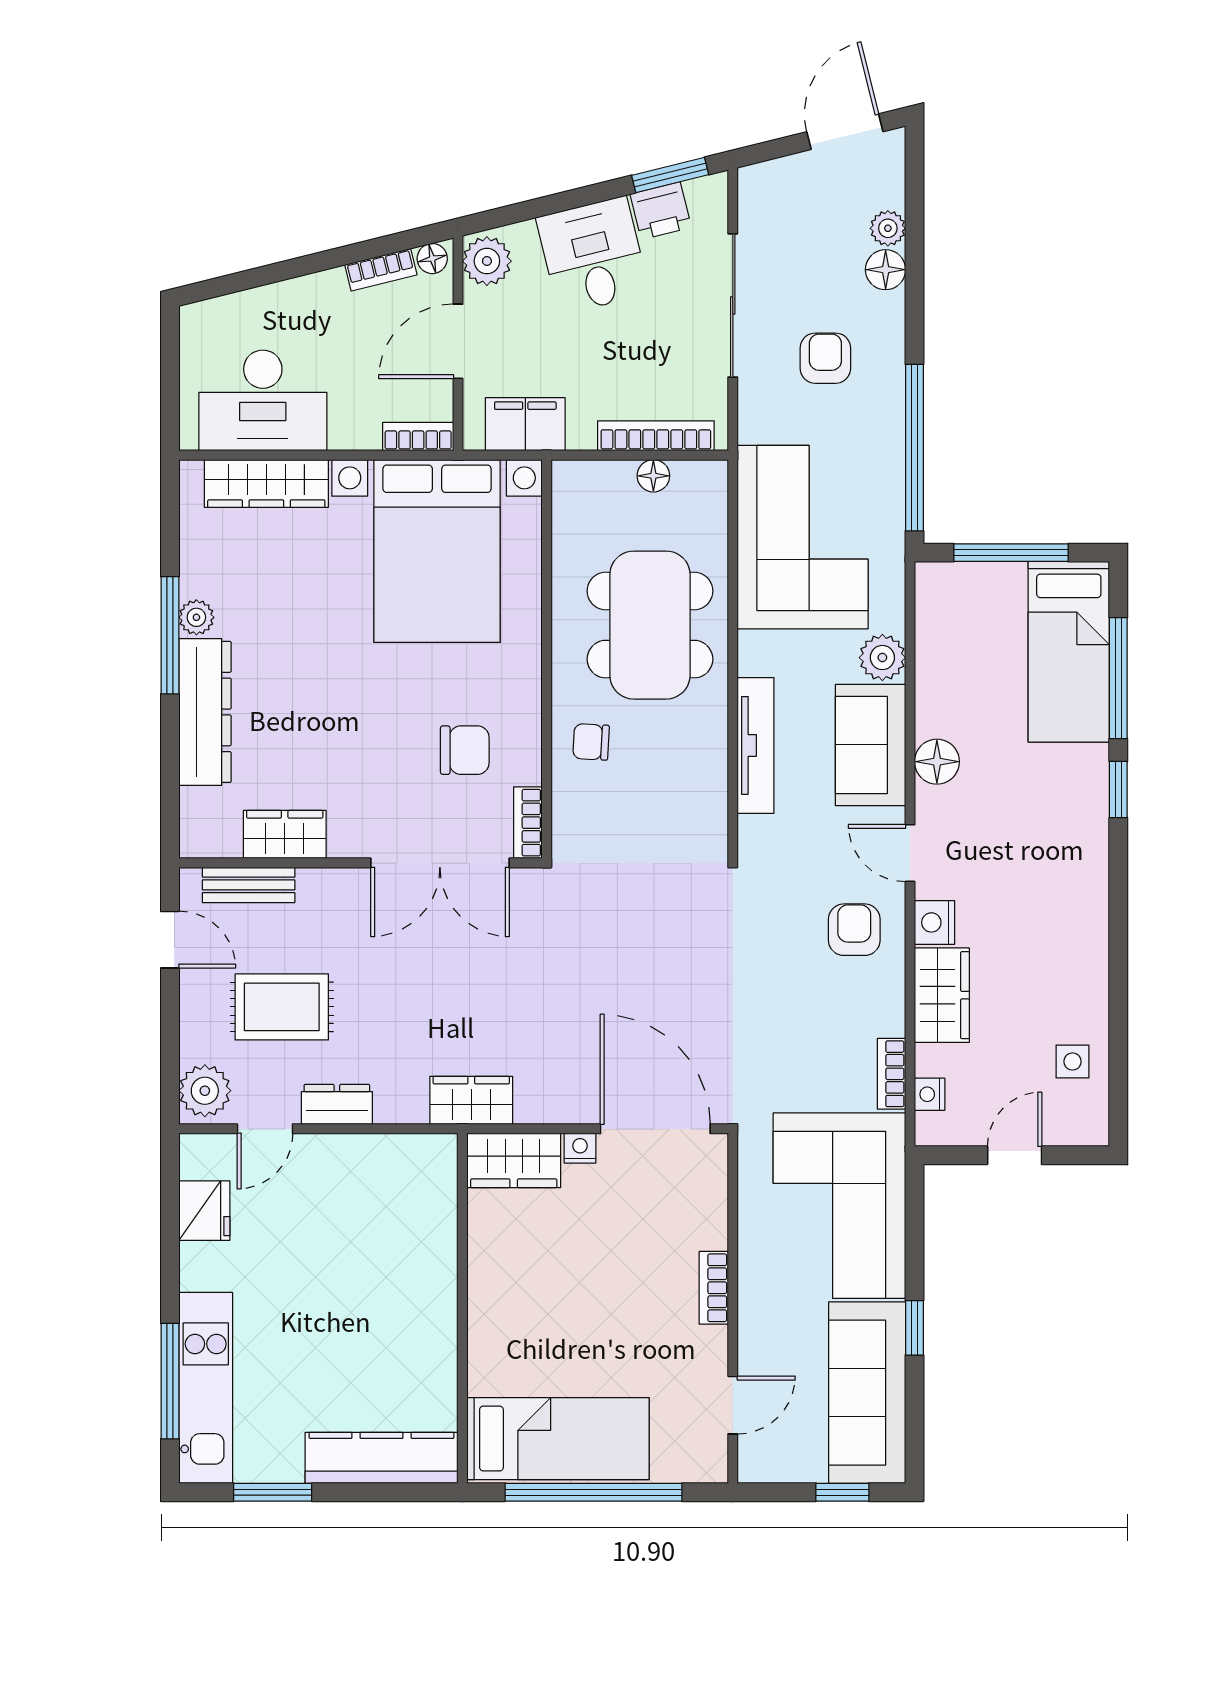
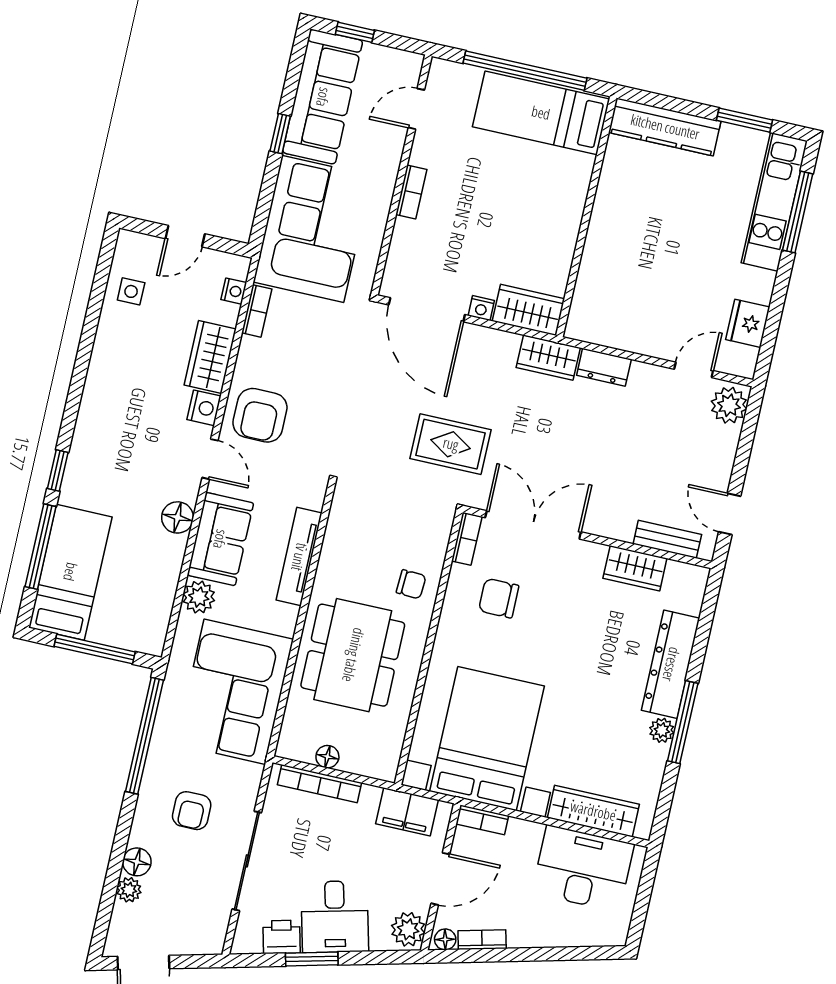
window: (670, 175) -> (312, 959), moved
armchair: (854, 930) -> (260, 415), width x1.38, depth x1.38
rug: (282, 1007) -> (451, 444), moved
dresser: (337, 1104) -> (604, 367), moved

